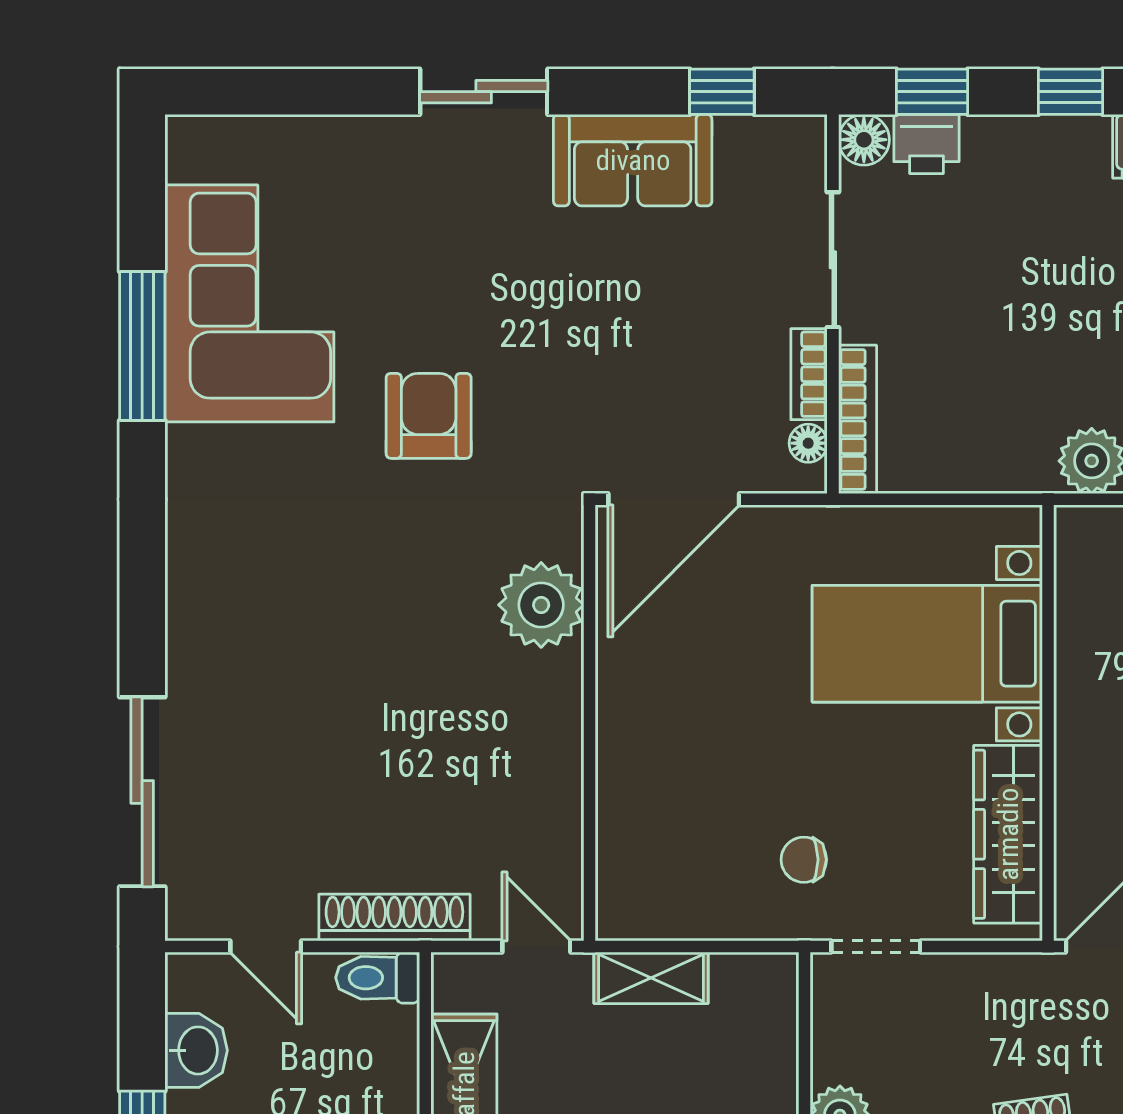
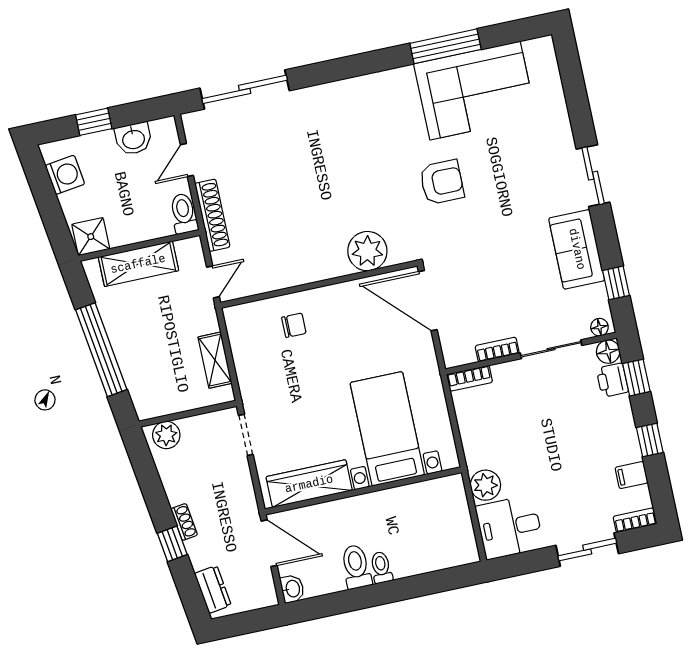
bookcase: (858, 419) -> (469, 378), width x0.64
floor lamp: (808, 443) -> (599, 327), moved
chair: (804, 860) -> (294, 325), moved, turned 90
shelving: (651, 978) -> (215, 360), moved

